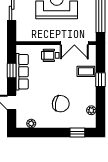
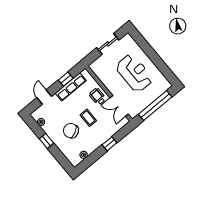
coffee table: (86, 71) -> (88, 118), moved
chair: (61, 104) -> (71, 131), turned 143
window: (77, 133) -> (46, 141), moved

